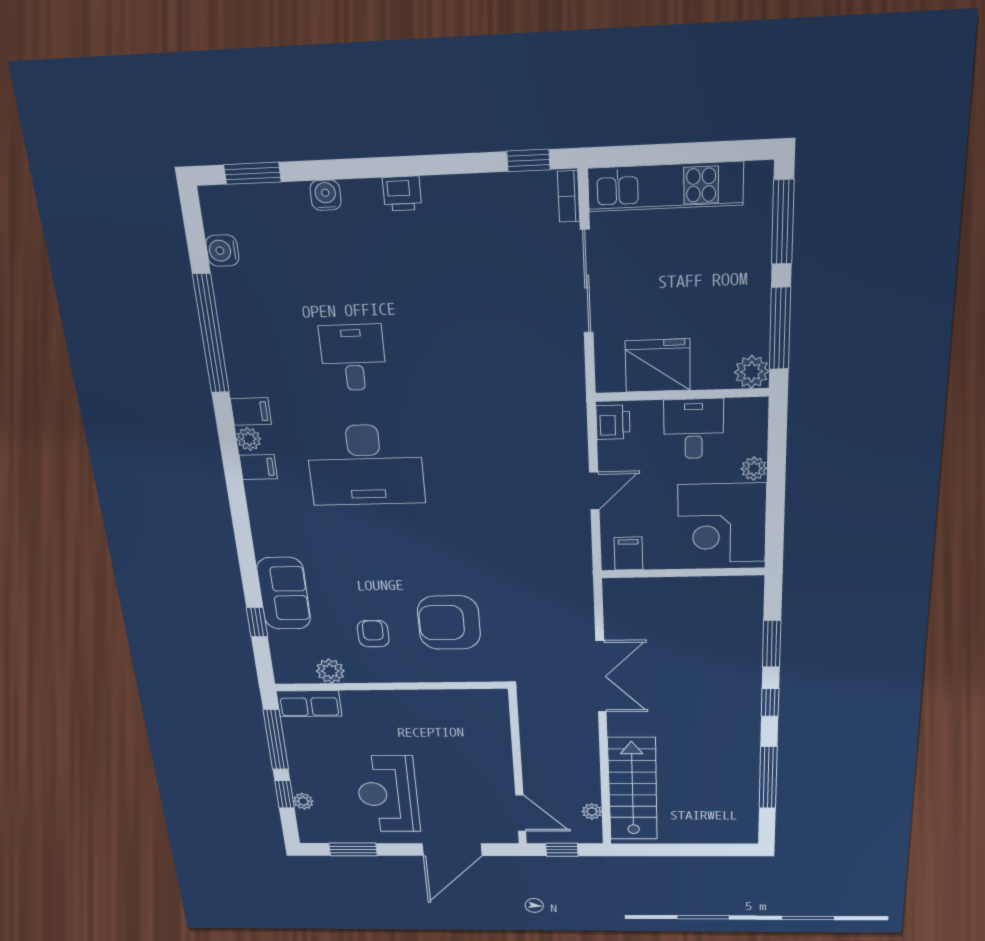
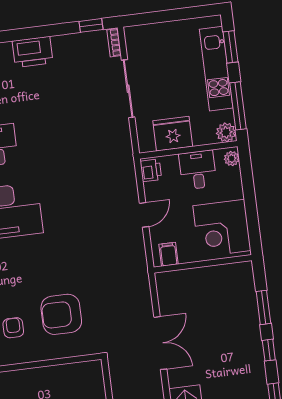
kitchen unit: (665, 187) -> (216, 69), moved, turned 90
printer: (402, 194) -> (33, 52), width x1.87, depth x1.48
window: (783, 222) -> (231, 47), width x0.69
plant: (754, 469) -> (232, 159), moved

